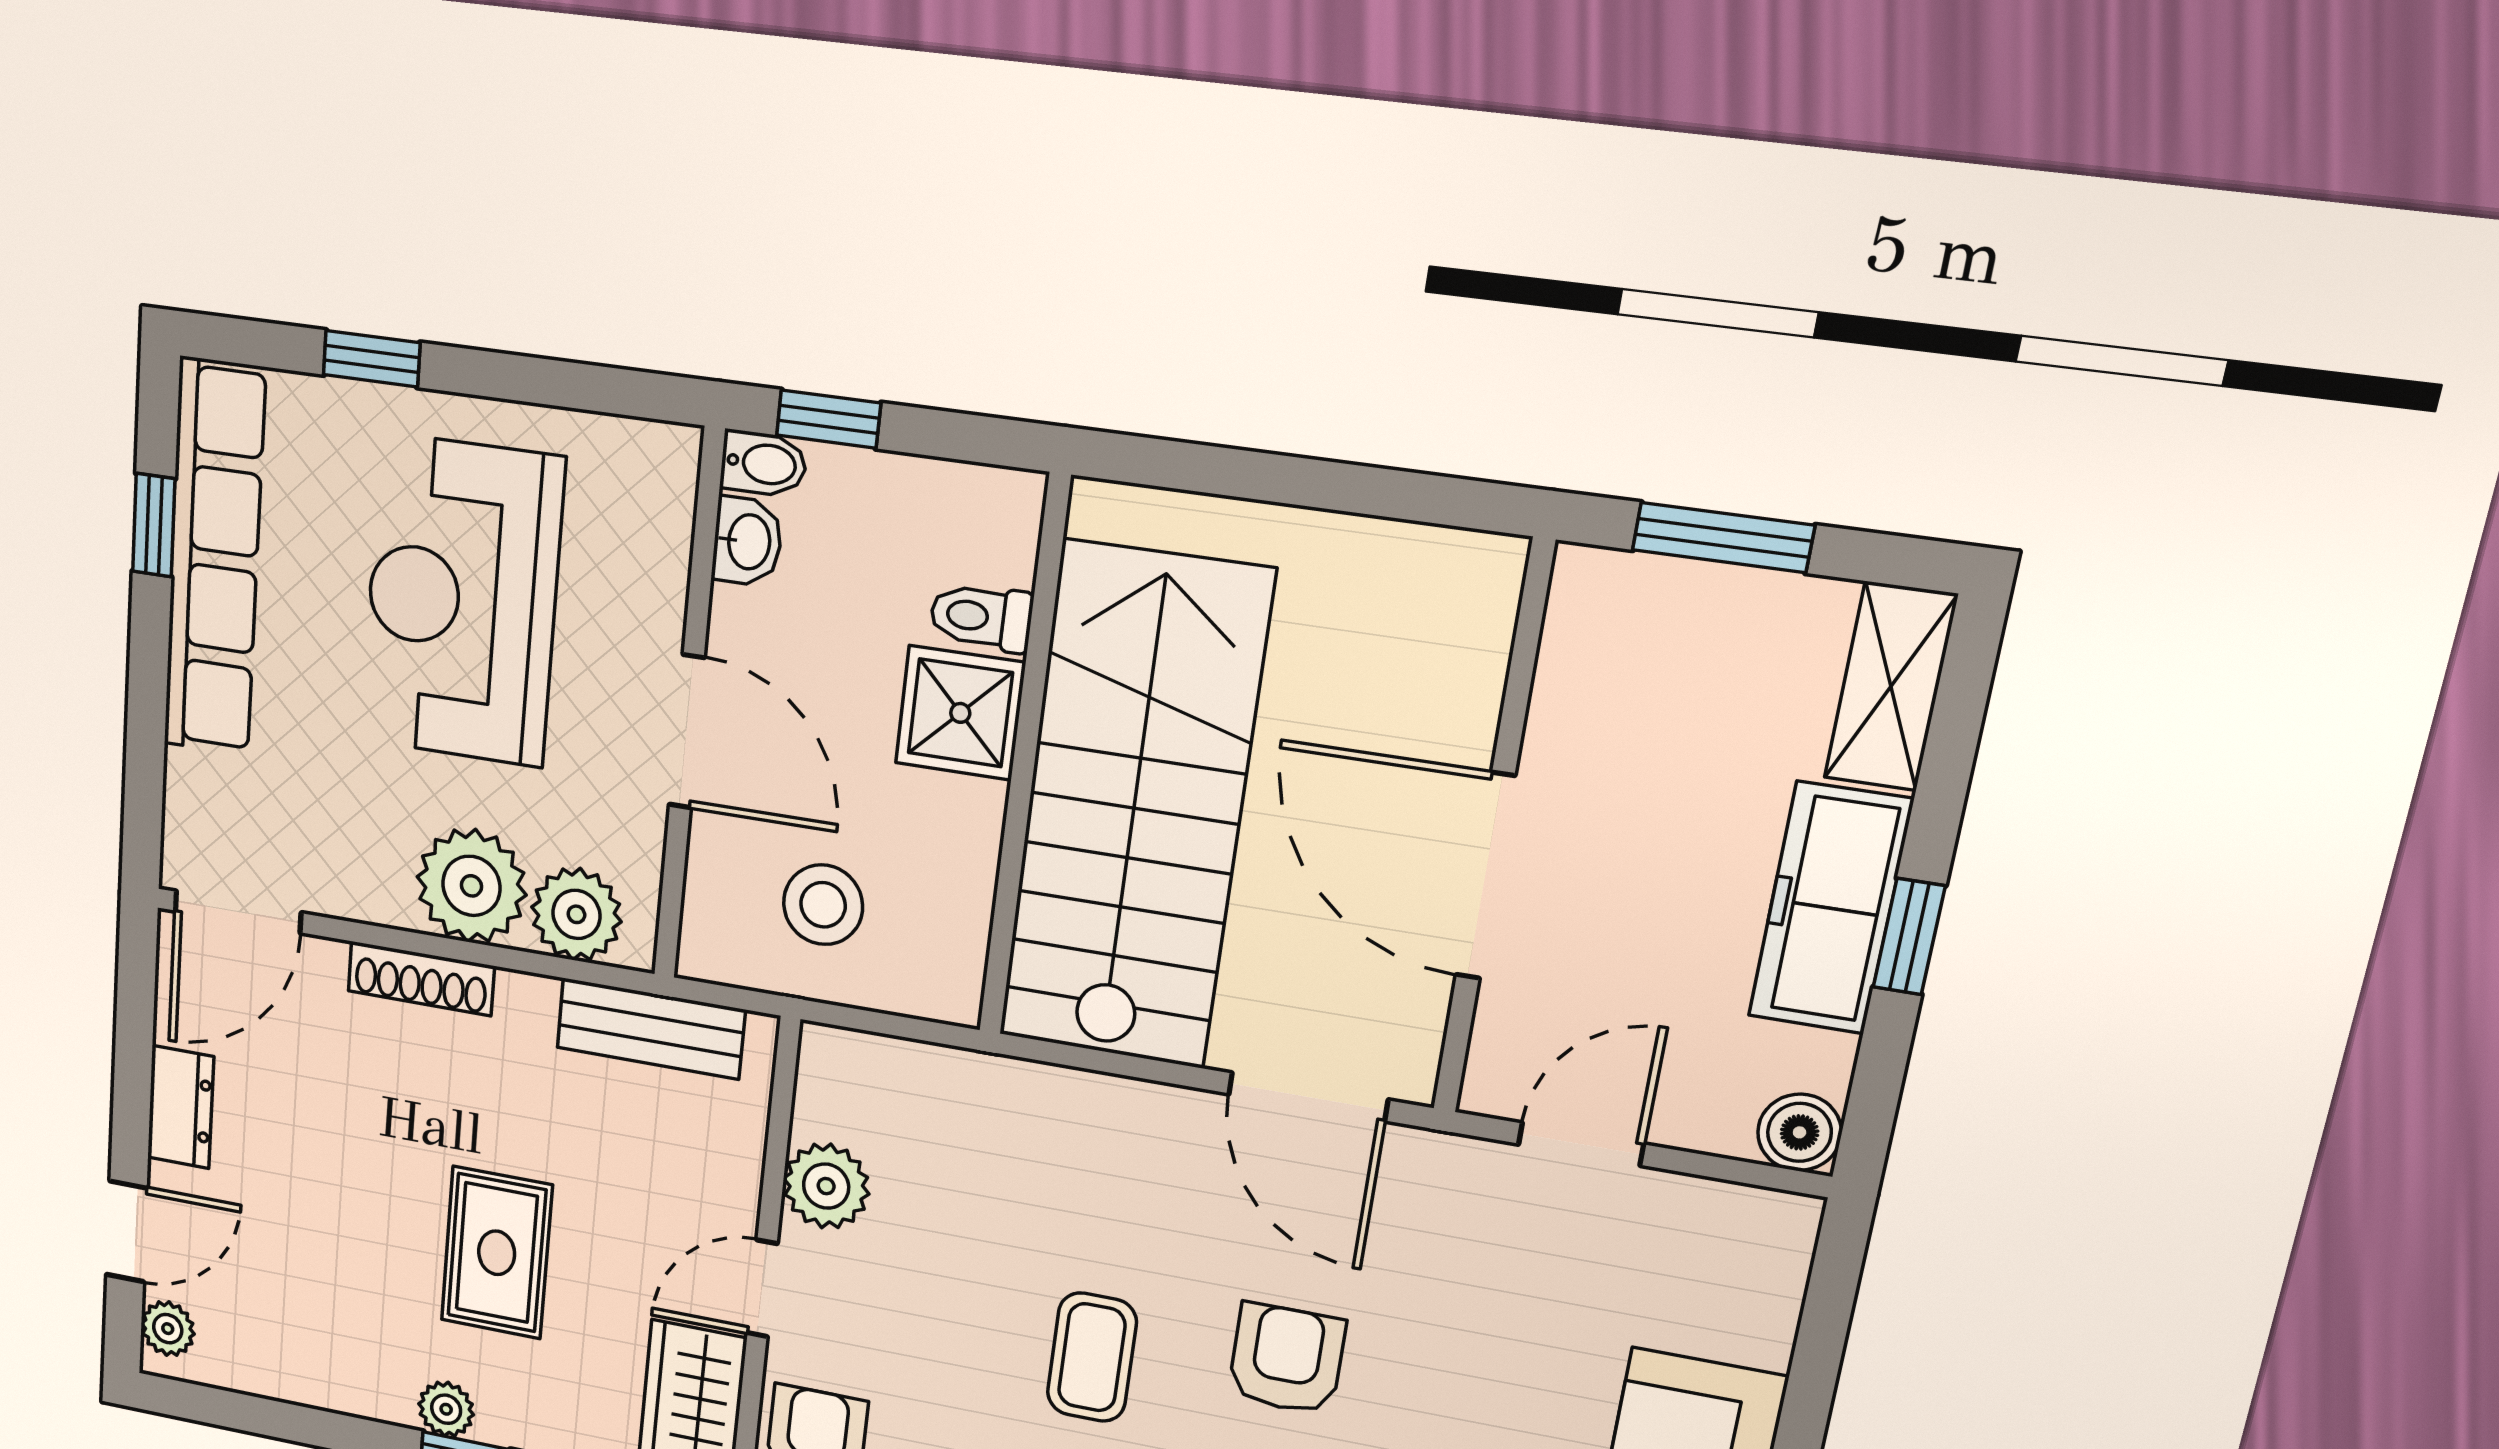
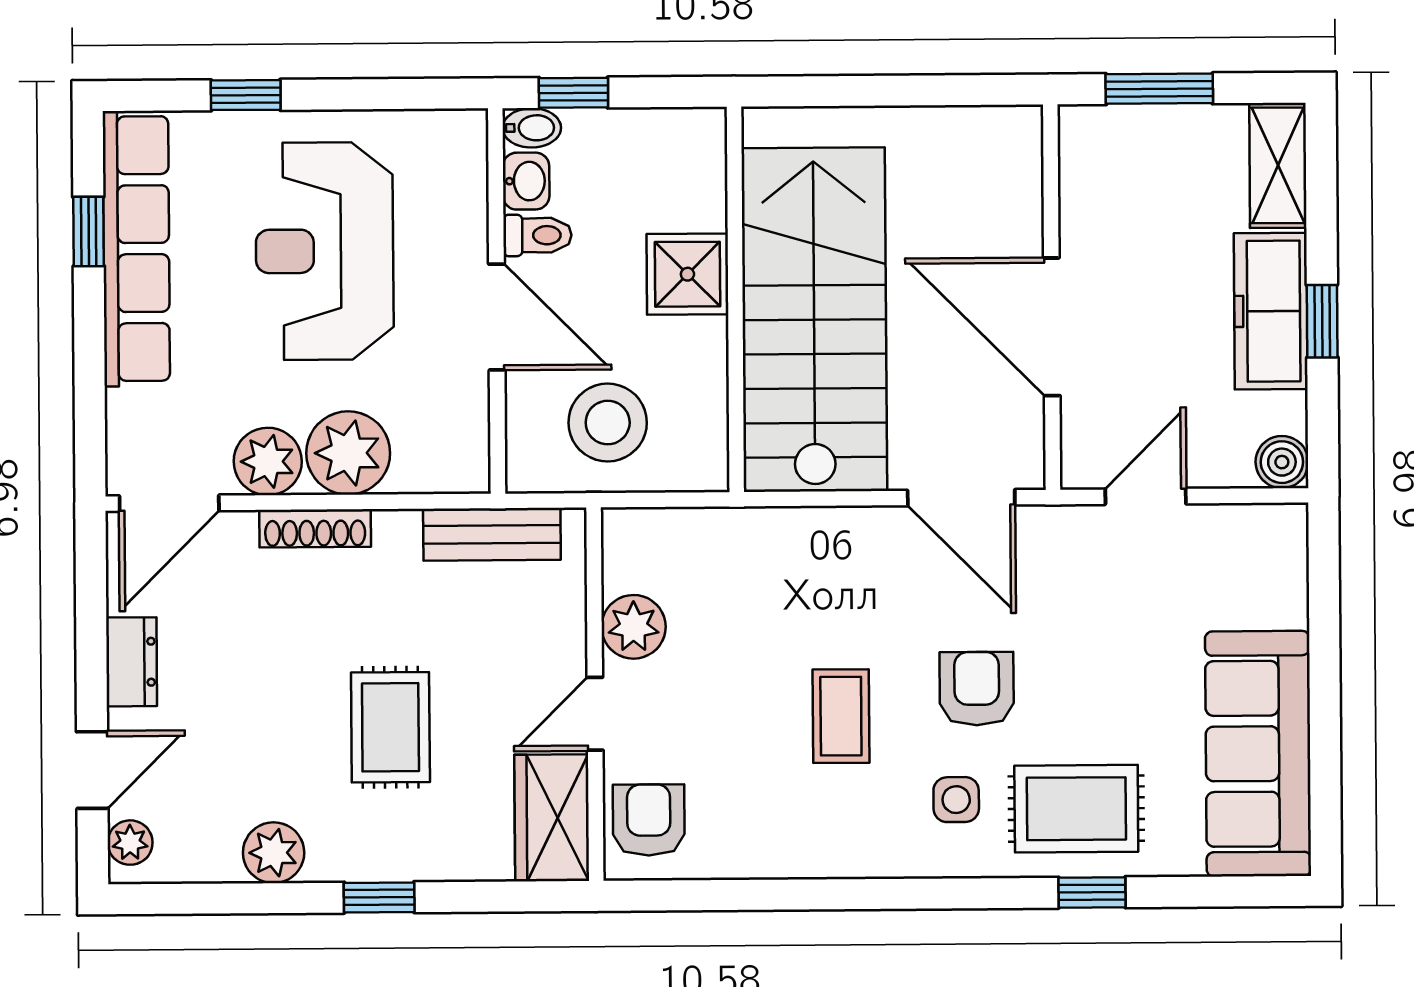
toilet: (981, 617) -> (537, 235), moved, turned 180
stool: (823, 905) -> (608, 423), width x1.38, depth x1.38
plant: (576, 914) -> (268, 461), moved
plant: (446, 1409) -> (274, 853), moved, width x1.38, depth x1.38

